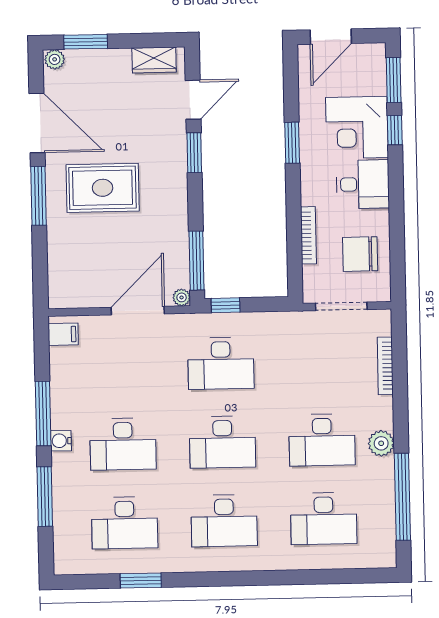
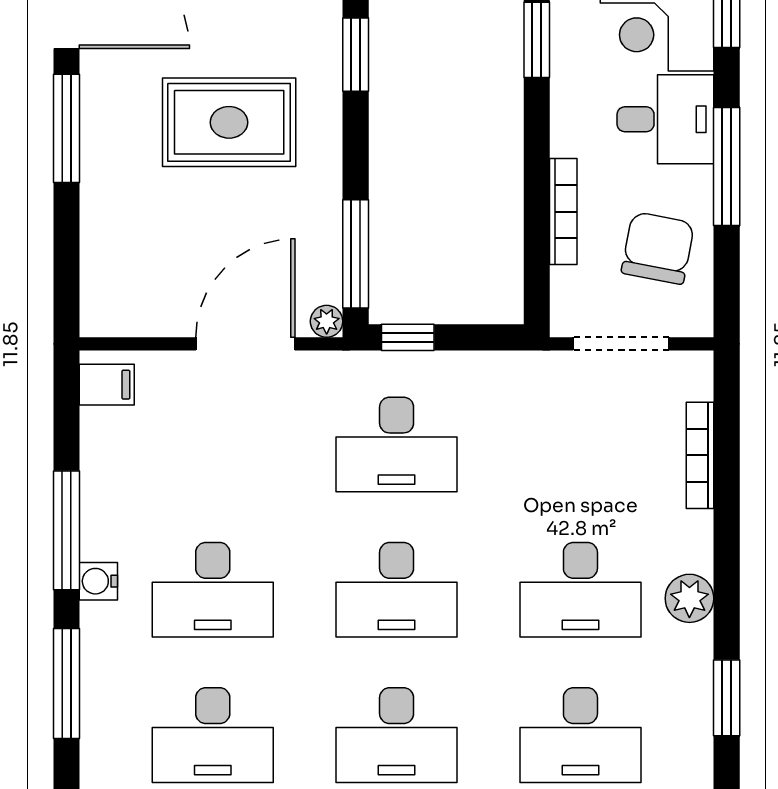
rug: (103, 188) -> (229, 122), moved
window: (396, 209) -> (727, 167), added
chair: (360, 254) -> (658, 248), turned 101
window: (402, 497) -> (727, 698), width x0.47

